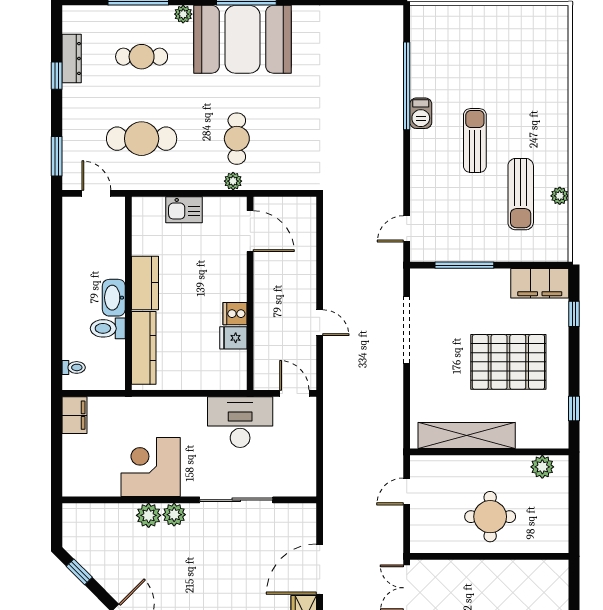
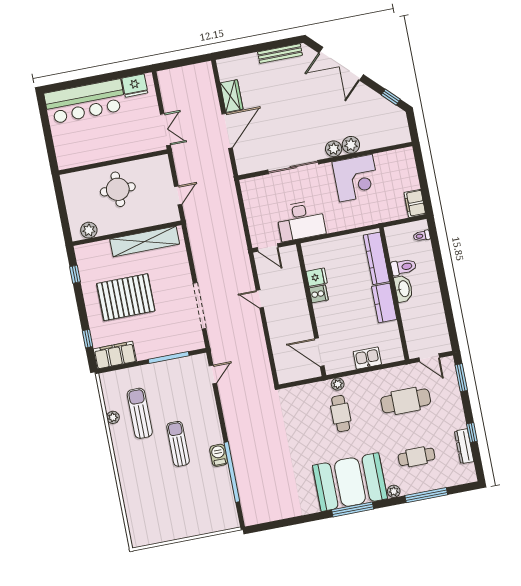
sun lounger: (475, 140) -> (178, 444), turned 180

